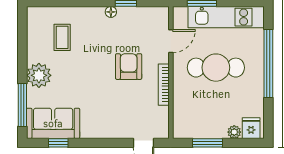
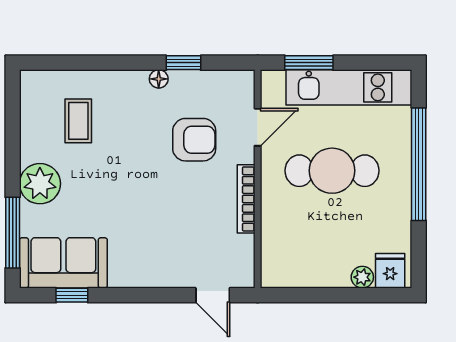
armchair: (129, 67) -> (194, 140), moved, turned 90
window: (208, 143) -> (318, 295), removed

